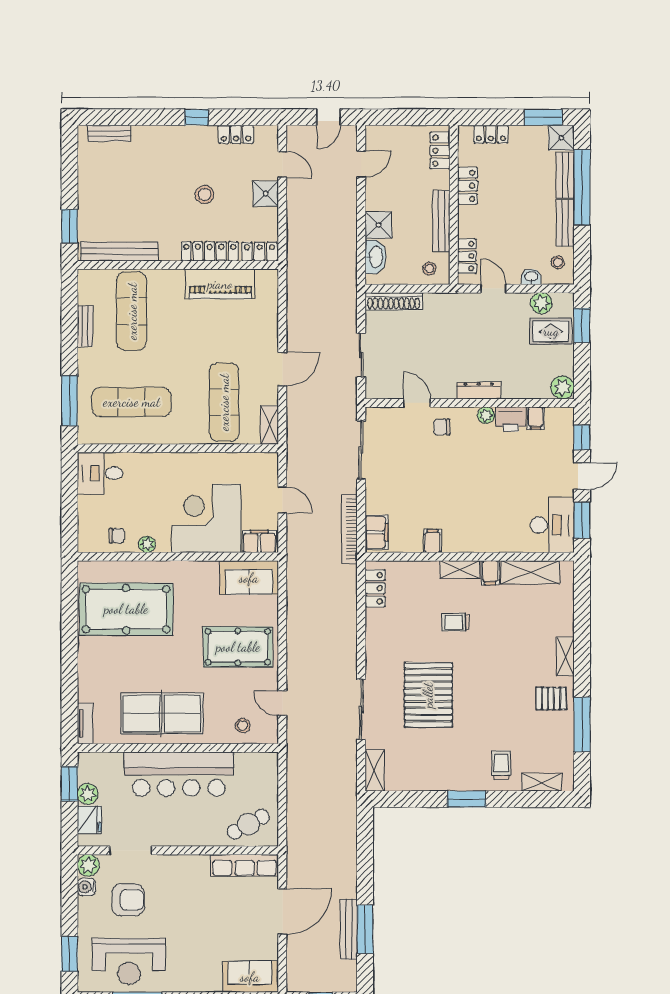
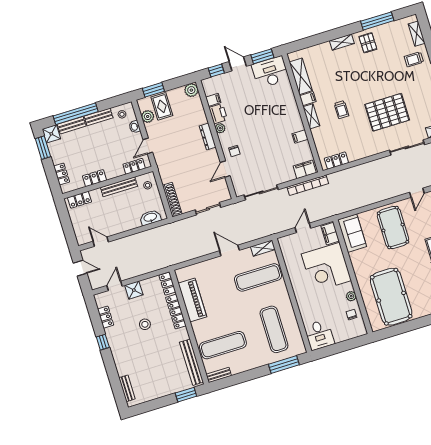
shower: (378, 225) -> (132, 221), removed
bench: (85, 326) -> (219, 375), moved

